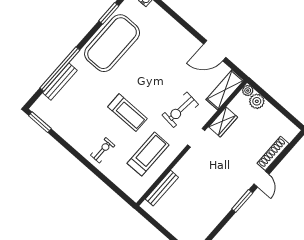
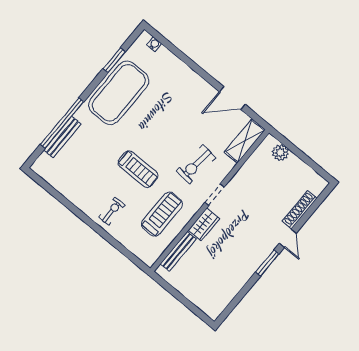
plant: (248, 90) -> (270, 141), removed
window: (40, 122) -> (41, 182), removed
wardrobe: (223, 122) -> (204, 224), moved

